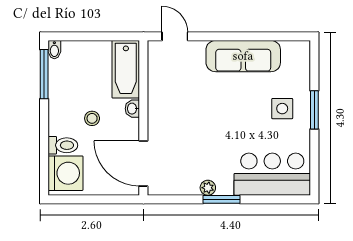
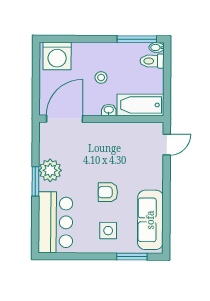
sofa: (243, 56) -> (150, 220), moved
armchair: (235, 109) -> (108, 192), added
window: (314, 110) -> (132, 257), moved
toilet: (63, 145) -> (152, 61), moved, turned 90
plant: (208, 188) -> (50, 170), width x1.88, depth x1.88

